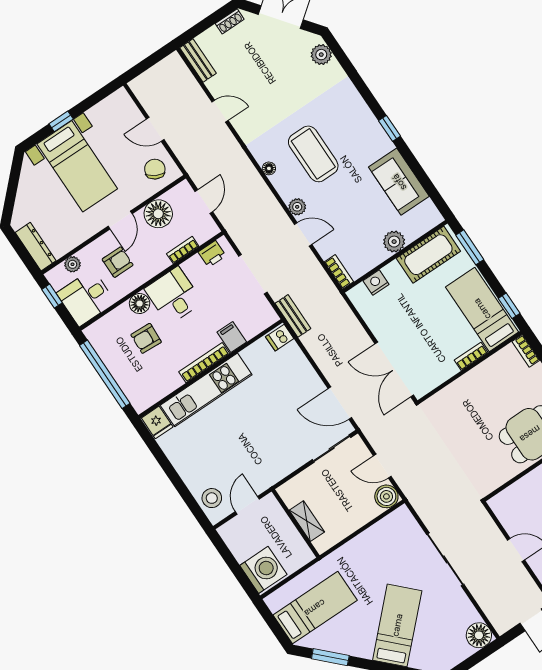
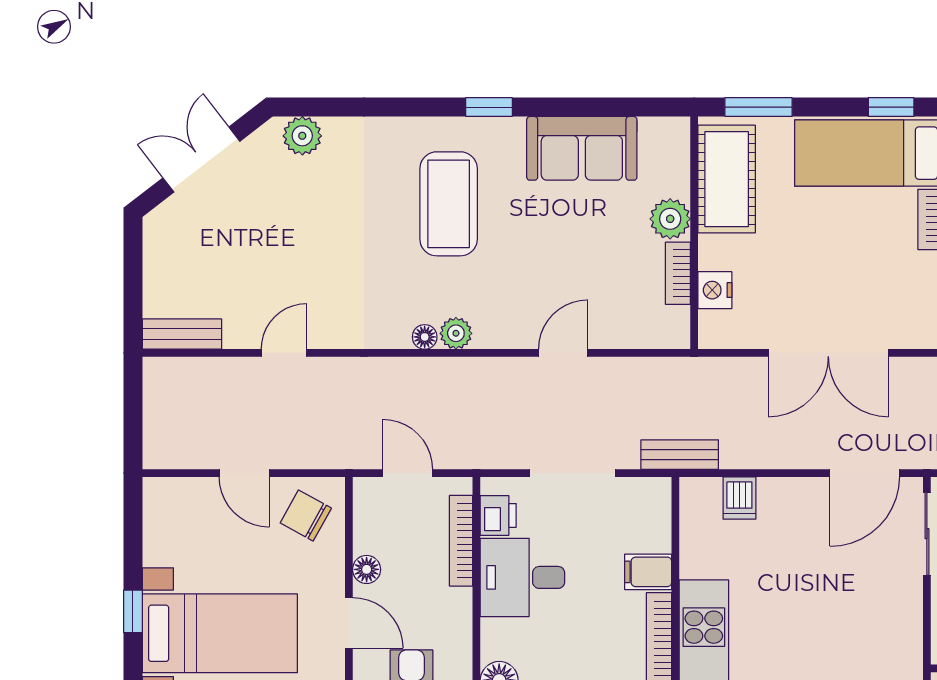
shoe rack: (230, 21) -> (154, 244), removed
door: (155, 129) -> (244, 473), hinge flipped
coffee table: (313, 154) -> (449, 204), moved, turned 90
plant: (297, 207) -> (456, 333), moved
floor lamp: (158, 214) -> (367, 569), width x0.53, depth x0.53
bookcase: (183, 250) -> (461, 541), width x1.56
bookcase: (339, 272) -> (678, 273), moved, turned -90
desk: (173, 296) -> (522, 577), moved
dishwasher: (280, 338) -> (739, 498), moved
double door: (394, 369) -> (828, 353), moved

